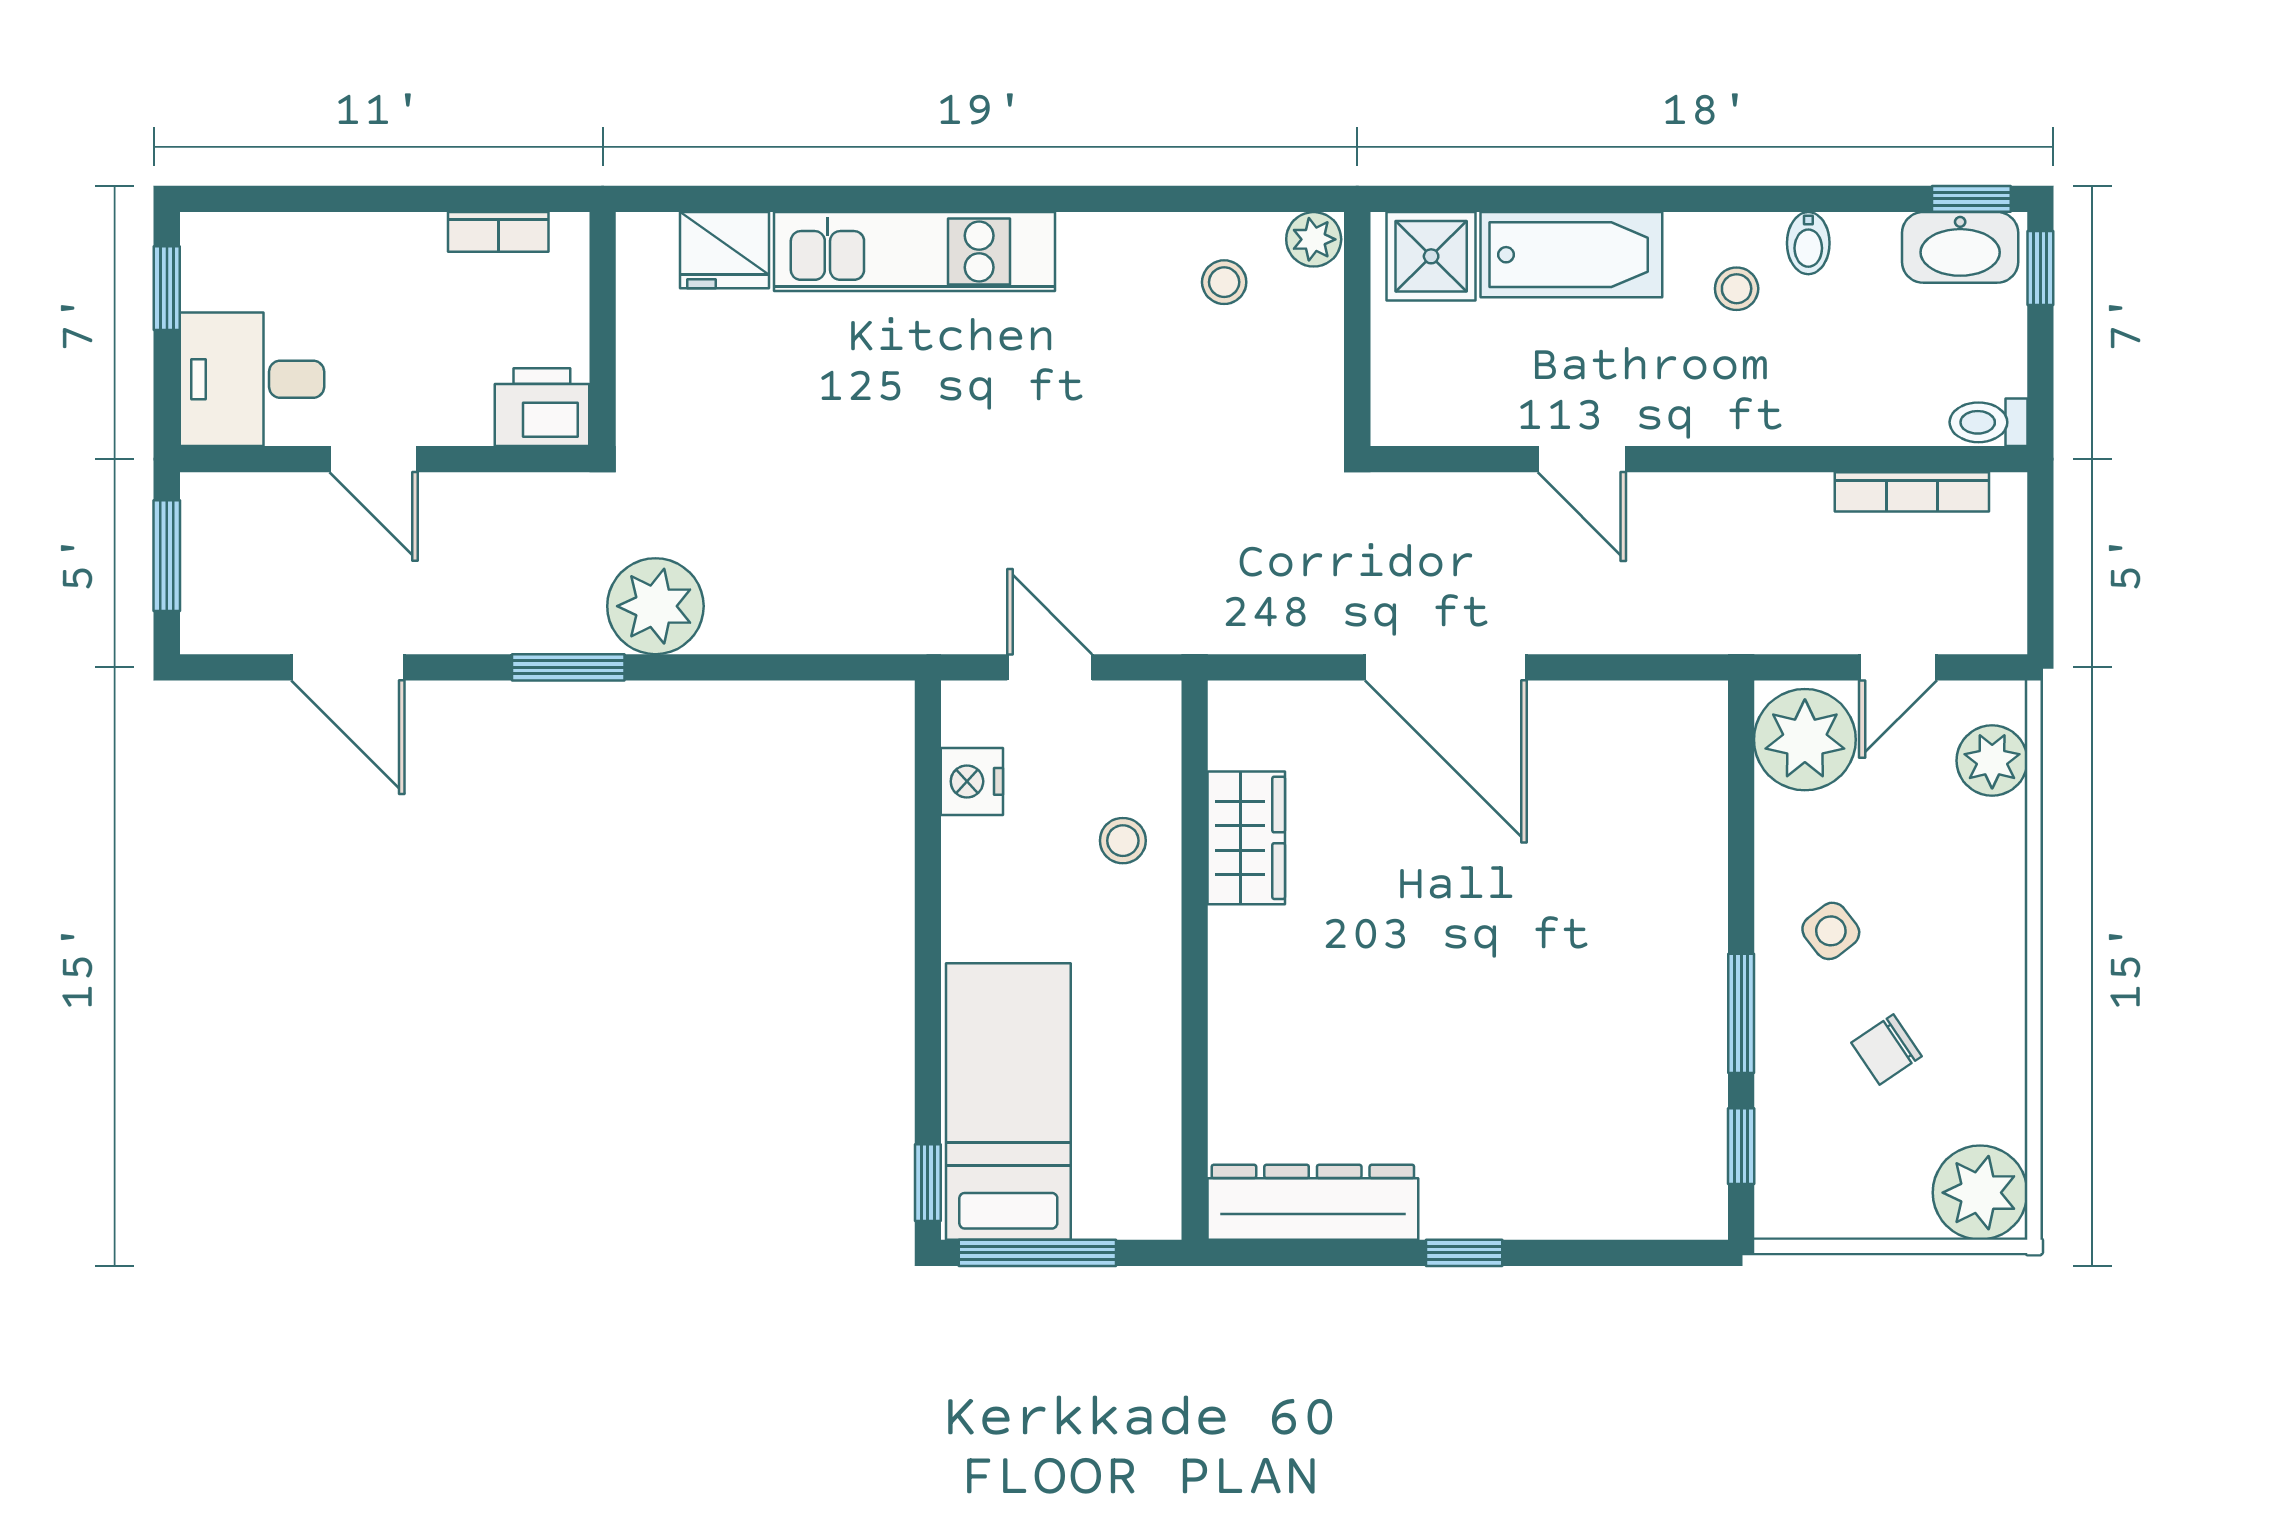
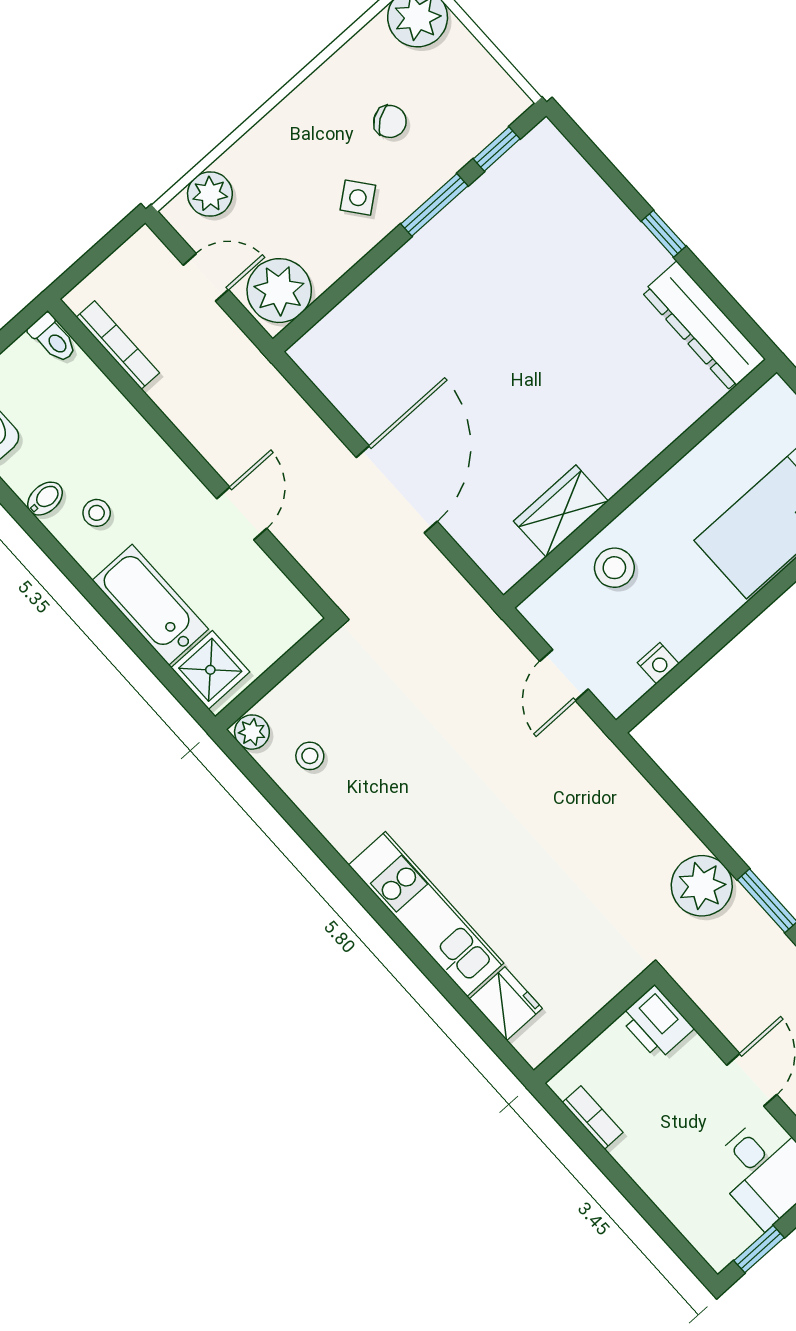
nightstand: (972, 781) -> (658, 663), width x0.72, depth x0.74
stool: (1123, 841) -> (614, 568), width x1.37, depth x1.37

